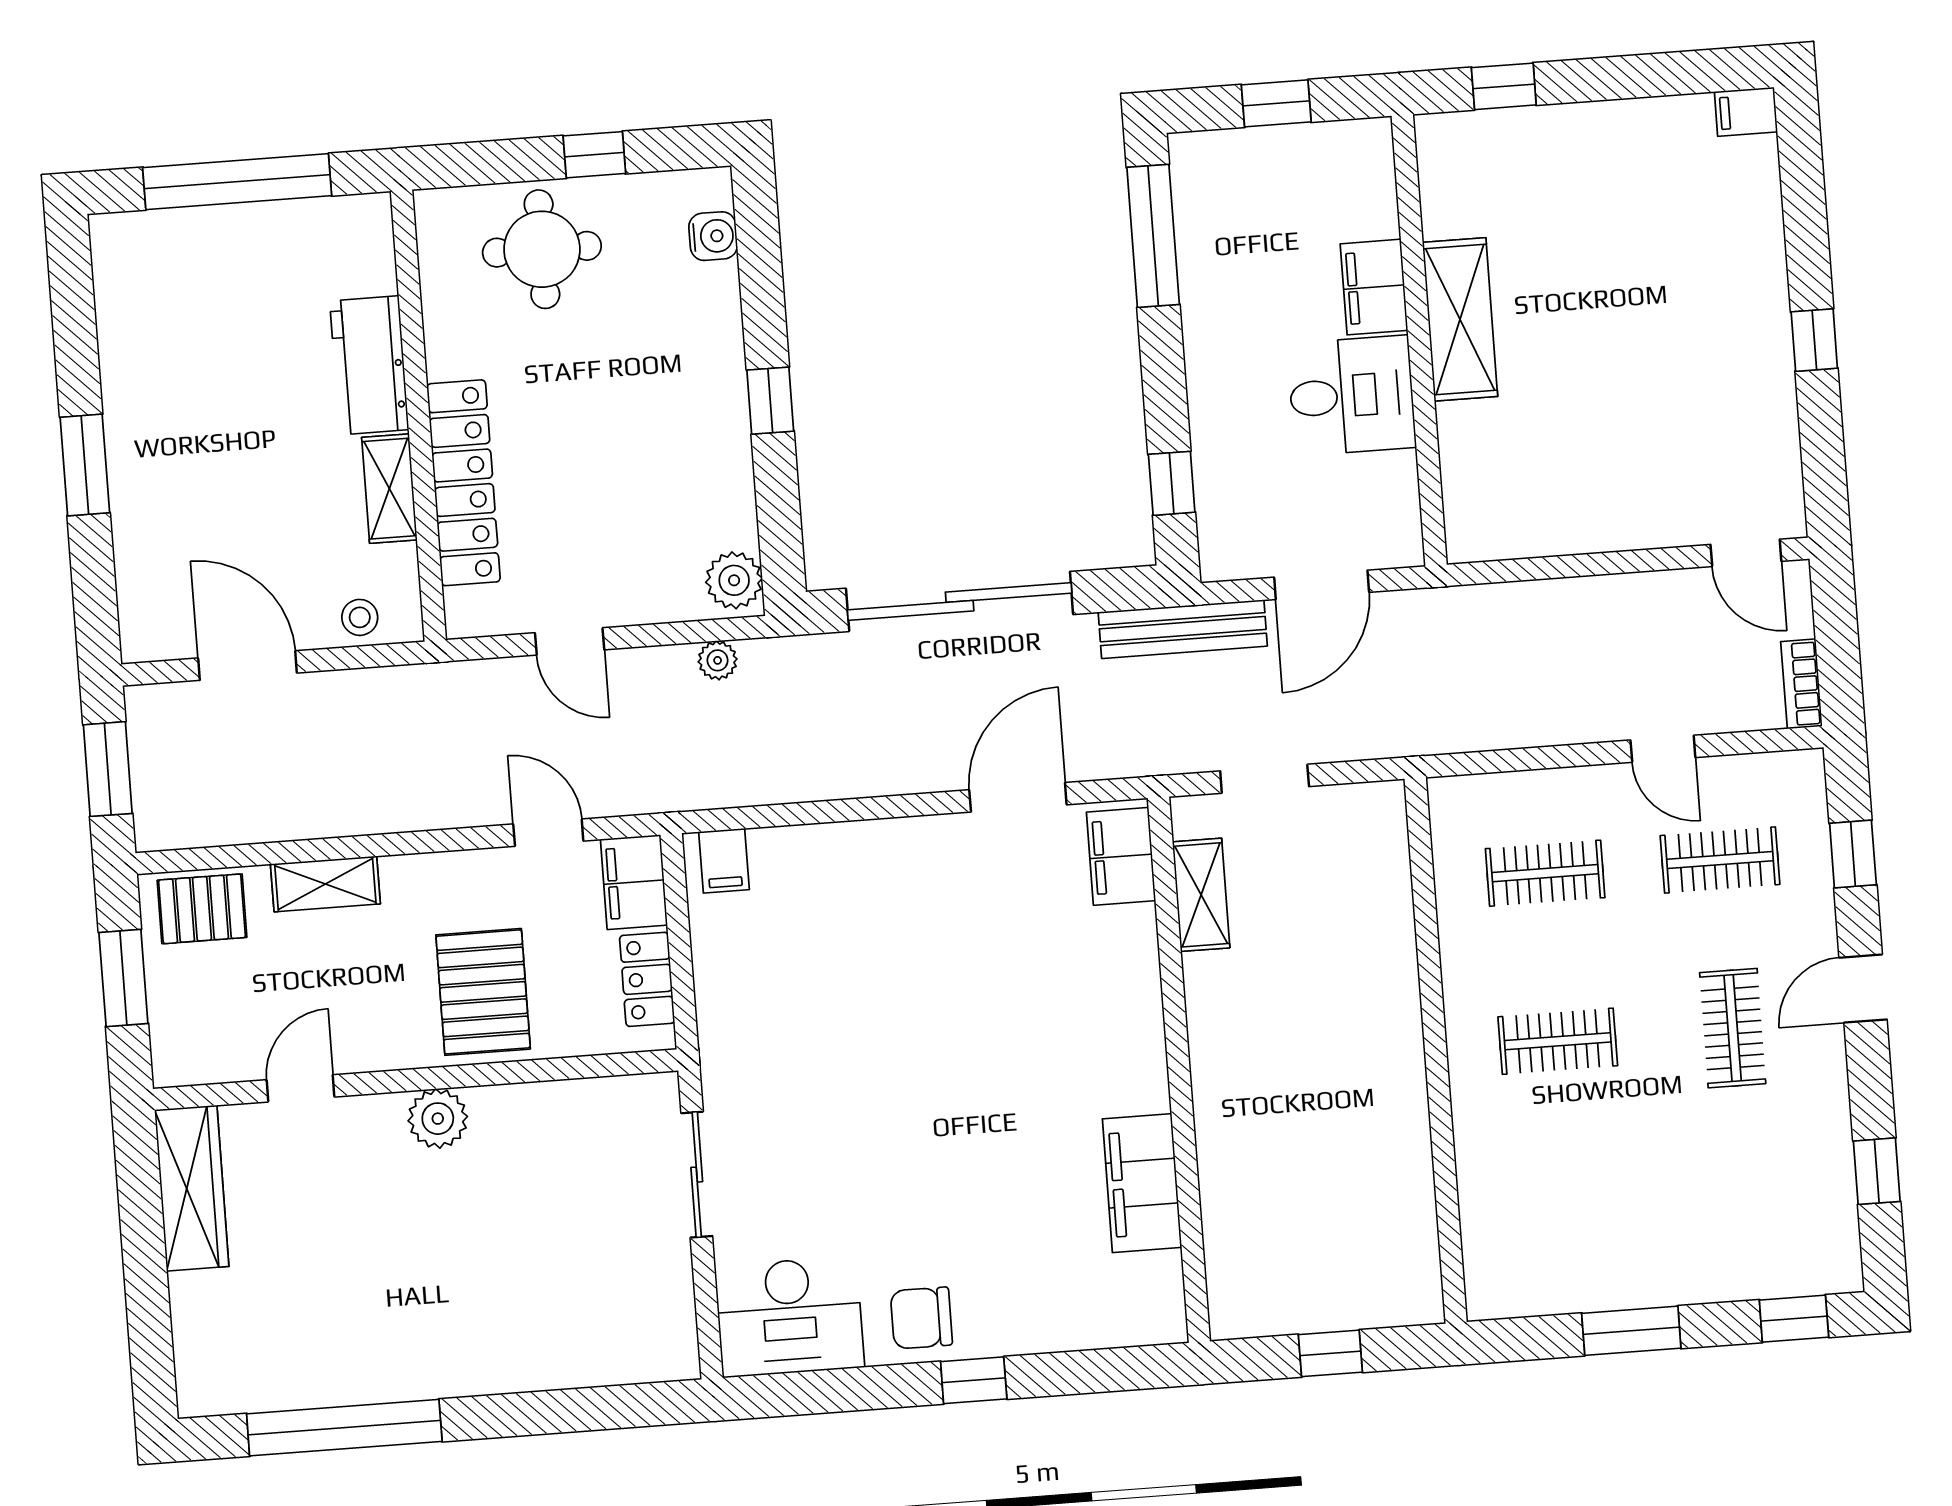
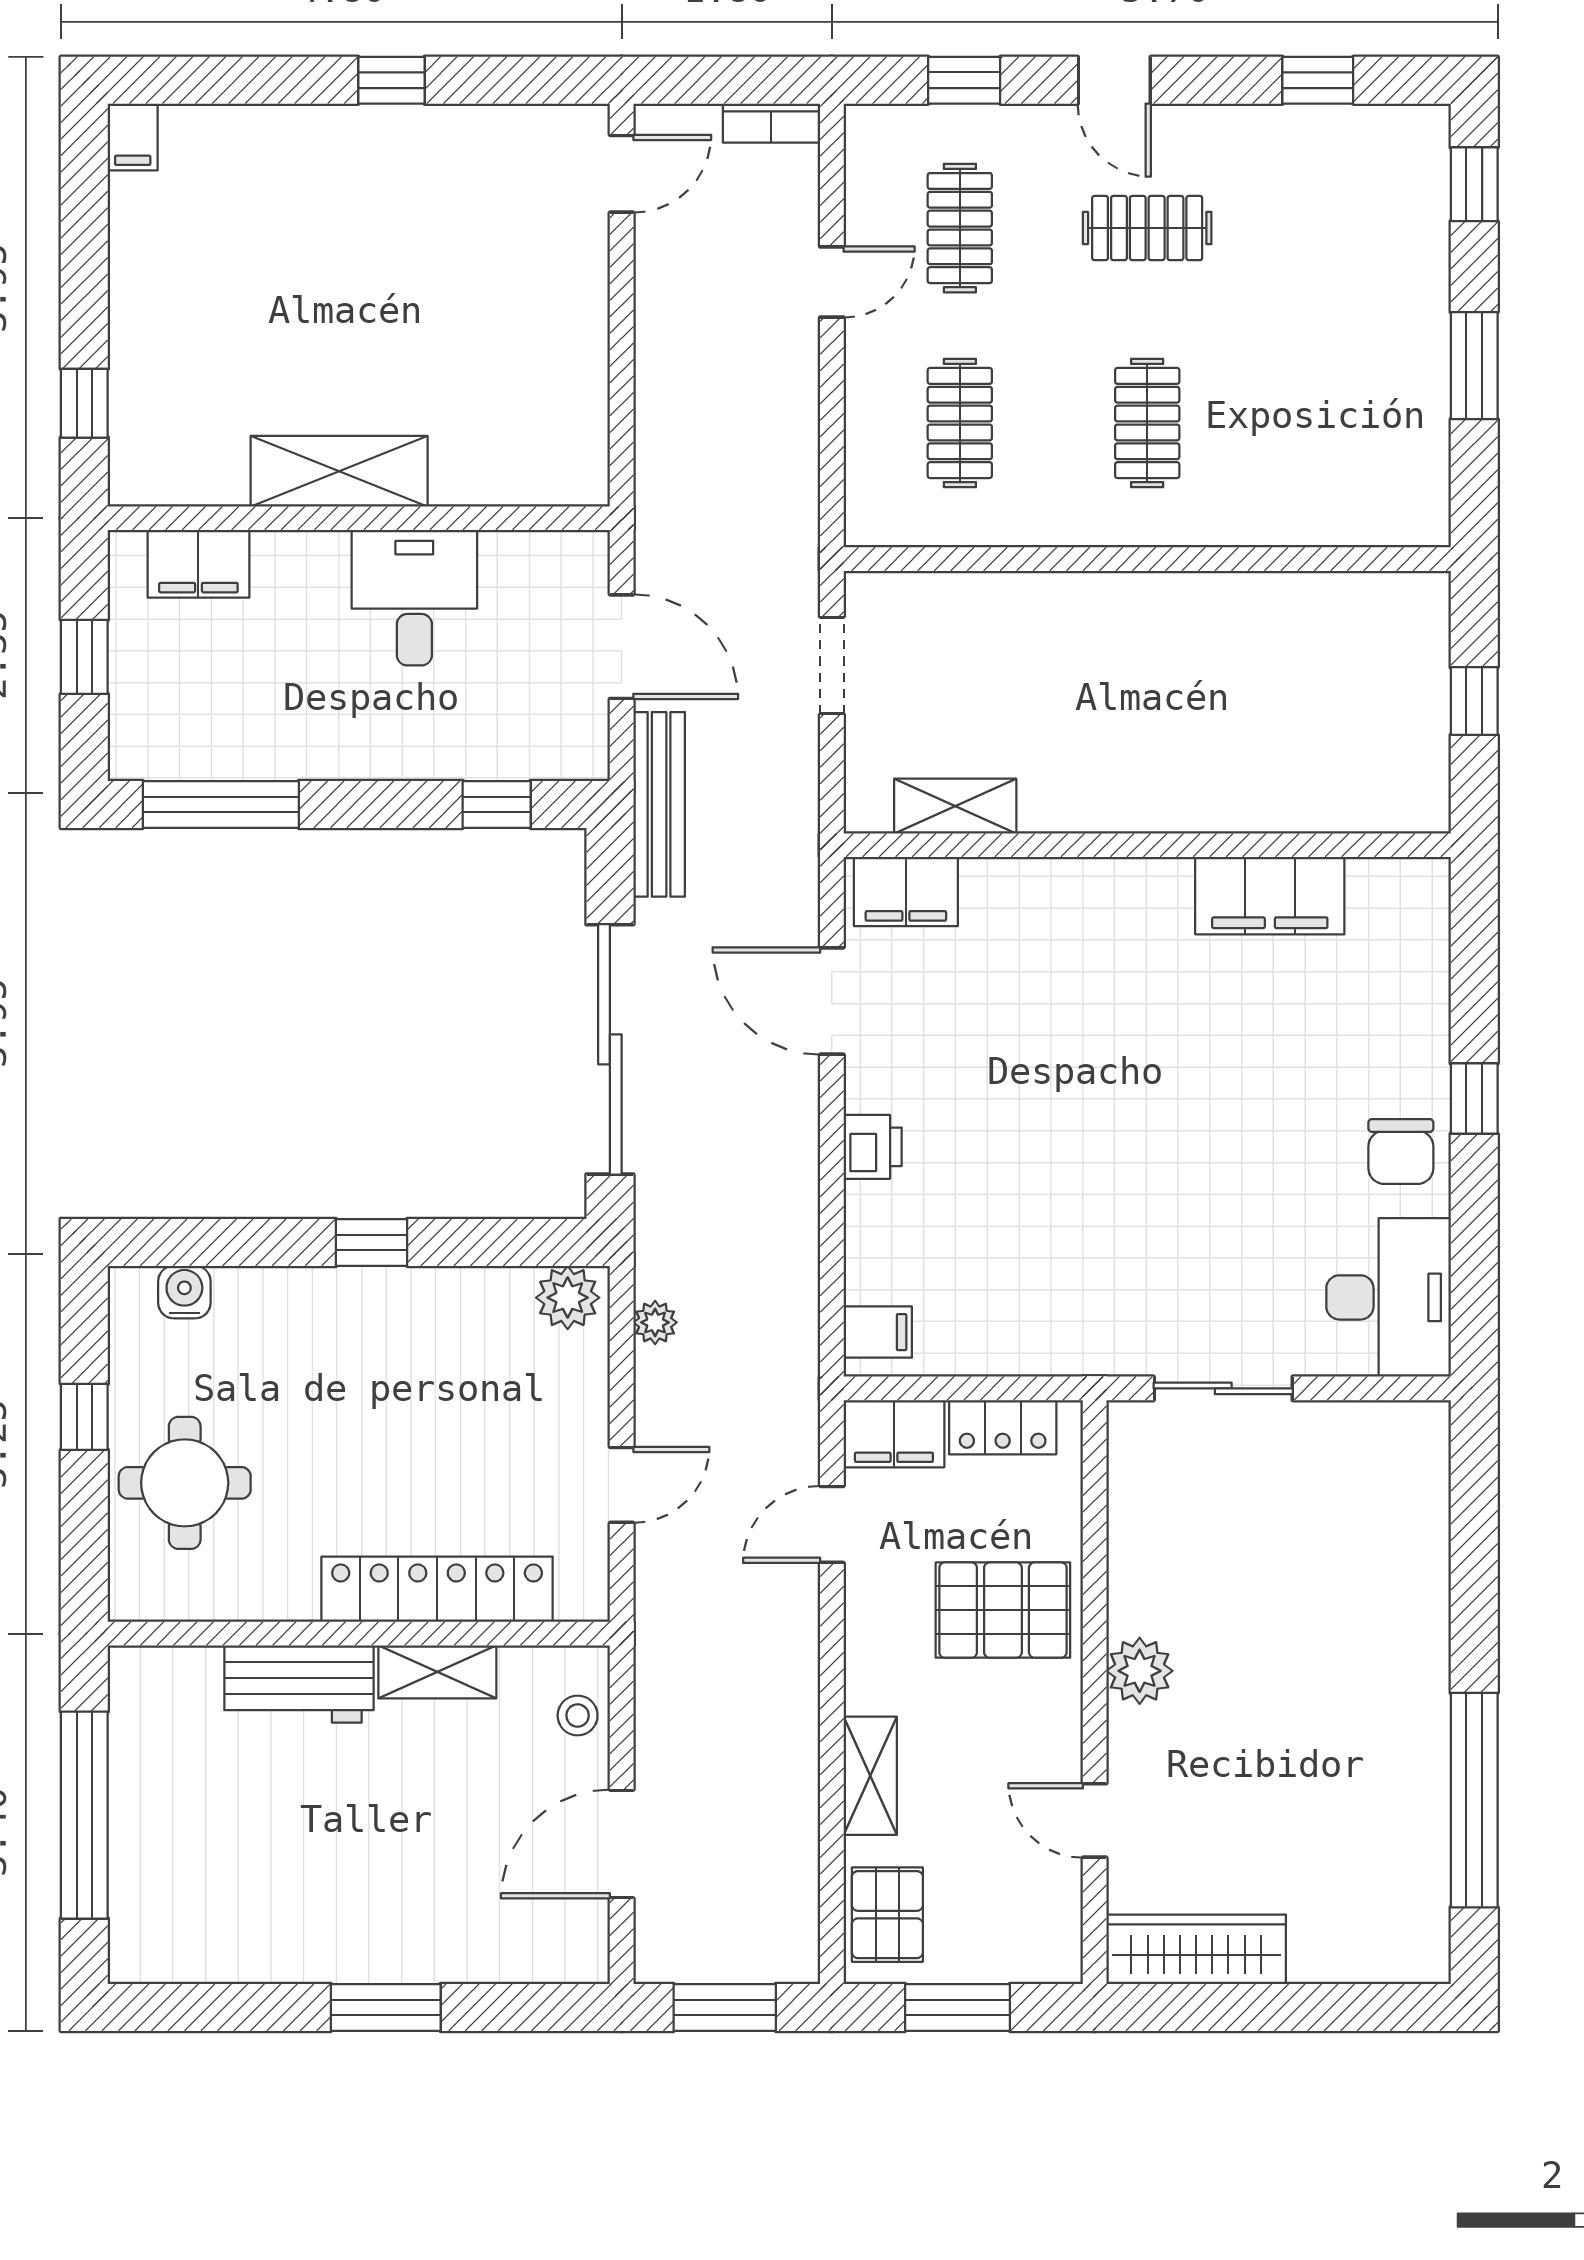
filing cabinet: (1374, 287) -> (198, 564), moved
doorway: (1265, 779) -> (832, 665), moved
printer: (890, 844) -> (873, 1147), added

